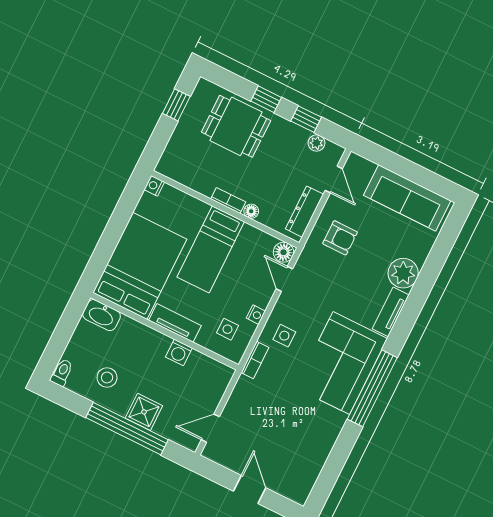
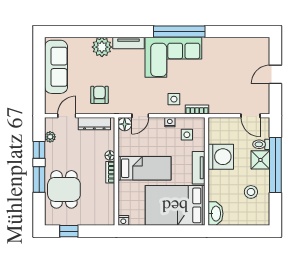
window: (266, 99) -> (39, 179), width x1.50
washing machine: (179, 352) -> (221, 157), width x1.89, depth x1.89
toilet: (62, 372) -> (261, 144), moved

